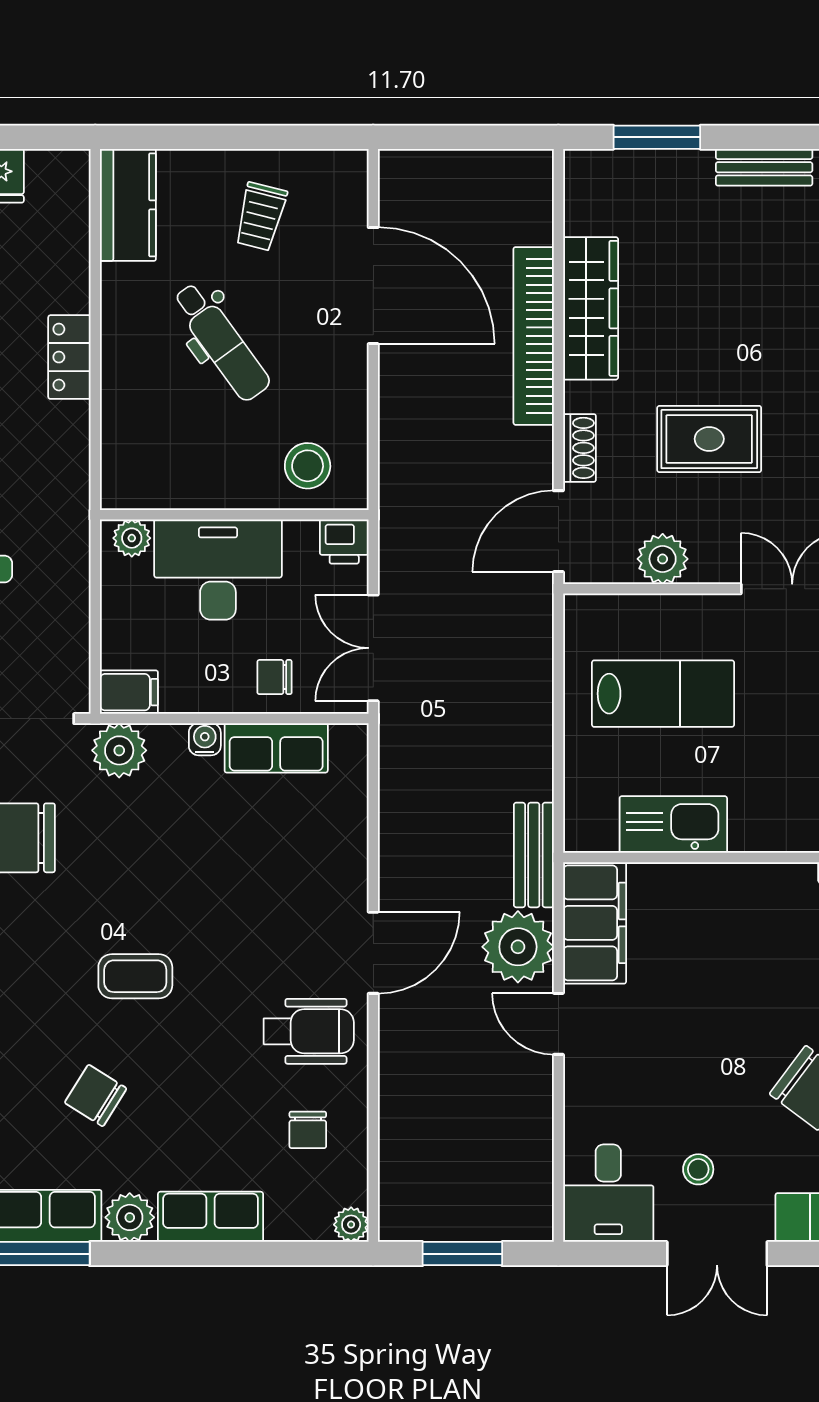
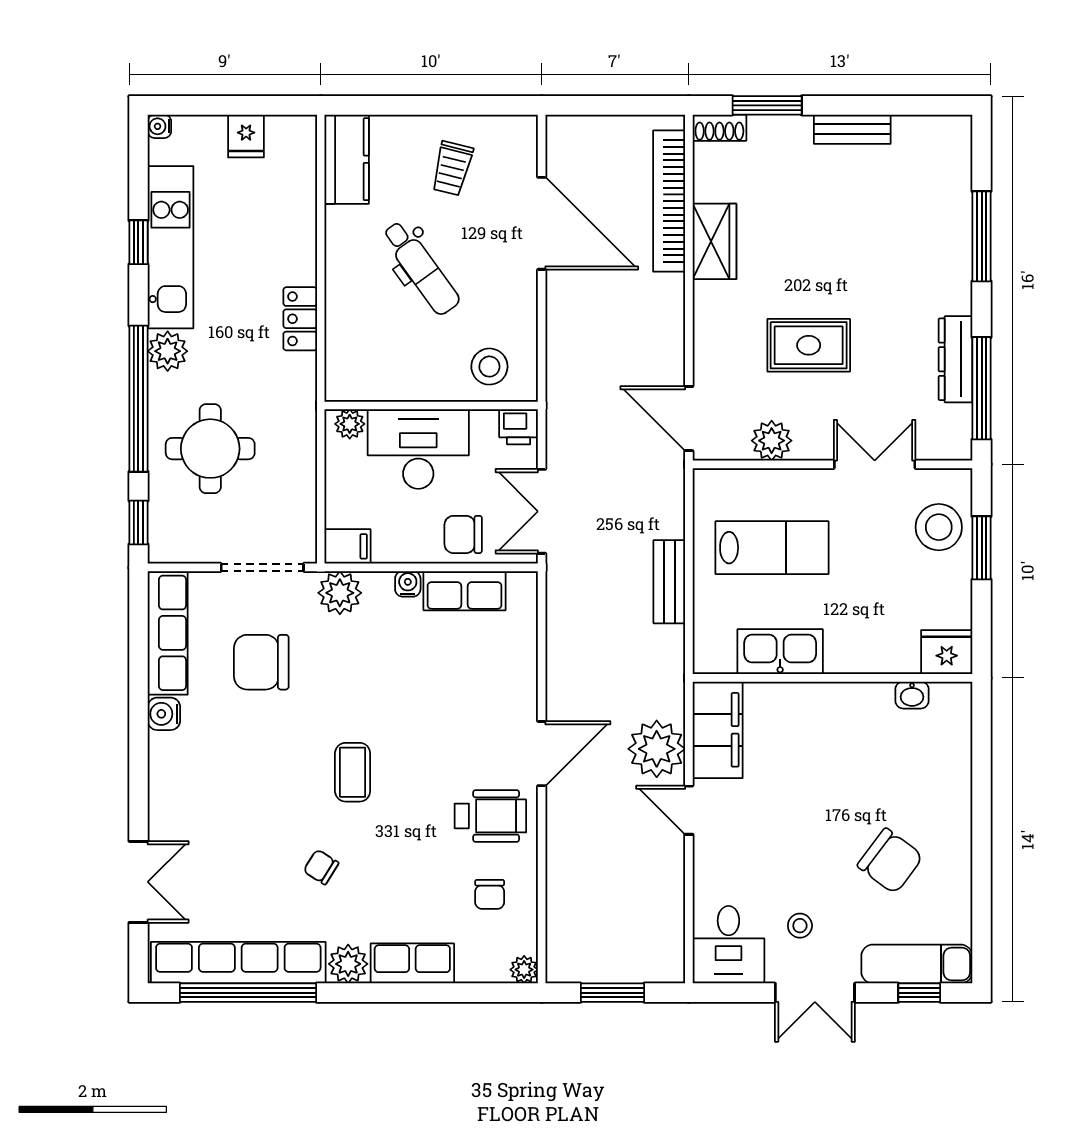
wardrobe: (591, 308) -> (714, 241), width x0.67
bookcase: (534, 336) -> (669, 201), moved
locker: (69, 357) -> (300, 319), moved
shoe rack: (580, 448) -> (719, 128), moved, turned 90
door: (558, 531) -> (689, 419), hinge flipped
chair: (274, 677) -> (463, 534), width x1.37, depth x1.37
bench: (534, 855) -> (669, 582), moved
coffee table: (135, 976) -> (353, 772), turned 90
chair: (96, 1096) -> (321, 867), width x0.73, depth x0.73

